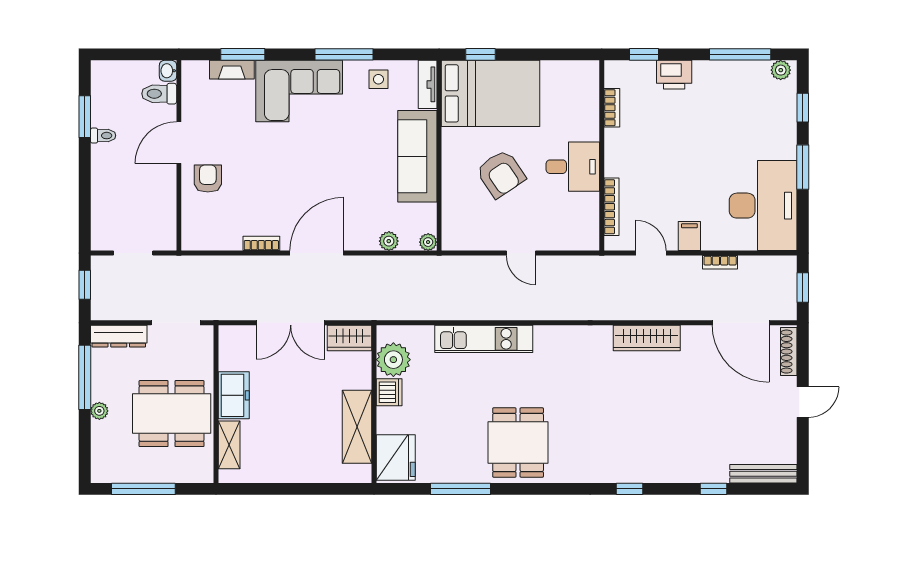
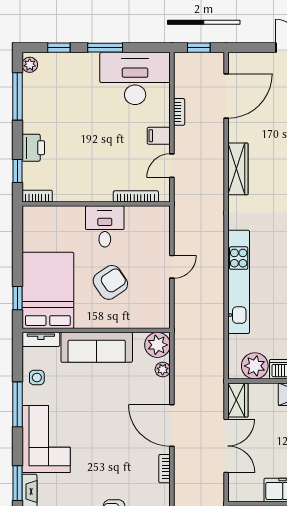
bookcase: (612, 108) -> (37, 196), moved
plant: (428, 242) -> (157, 345), width x1.88, depth x1.88
kitchen unit: (484, 339) -> (239, 282), width x1.36
shoe rack: (789, 352) -> (249, 59), removed

